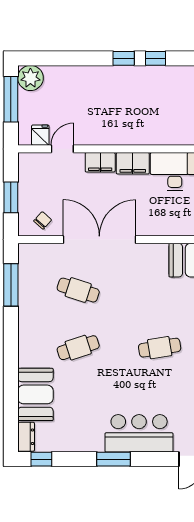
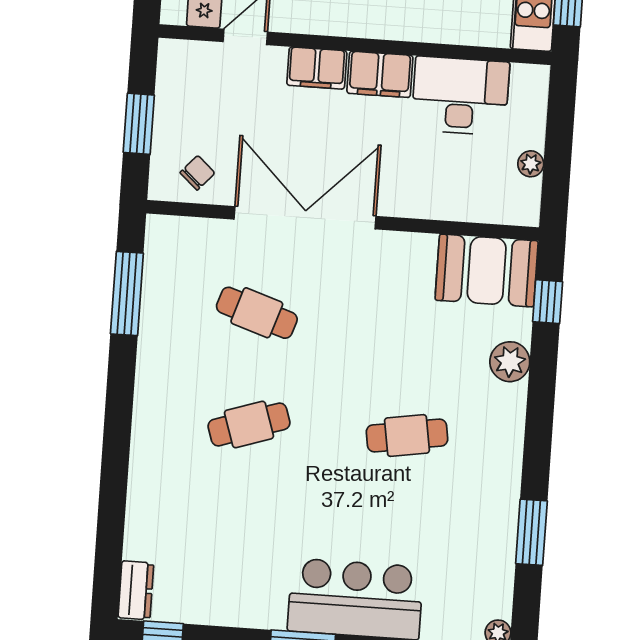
booth: (35, 394) -> (160, 509), removed

